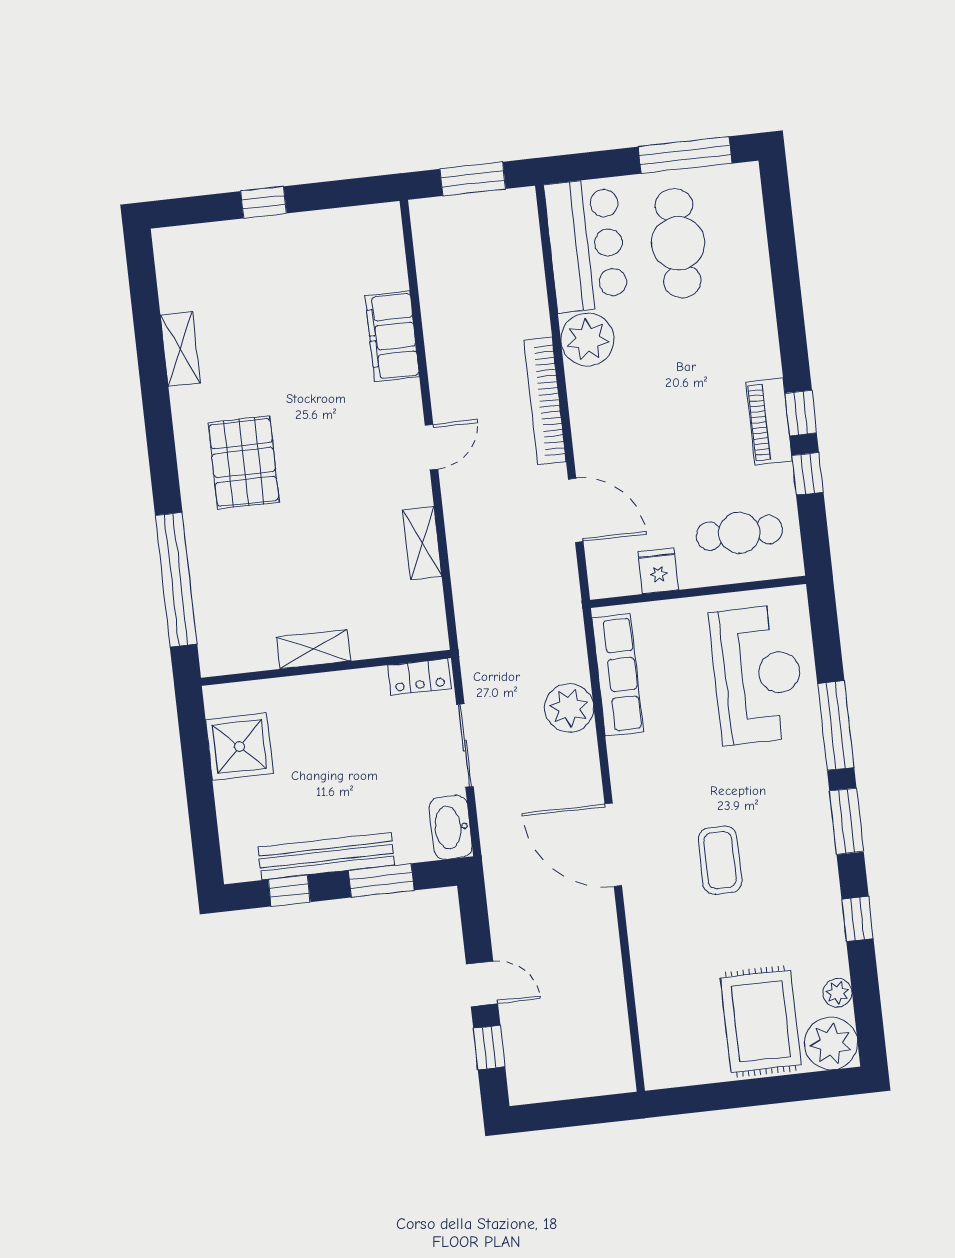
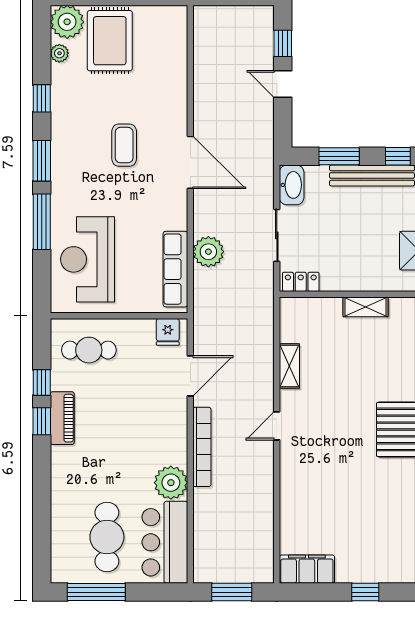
filing cabinet: (392, 336) -> (307, 569), moved, turned -90
door: (576, 510) -> (190, 376), swing flipped
fridge: (658, 571) -> (168, 332), moved

